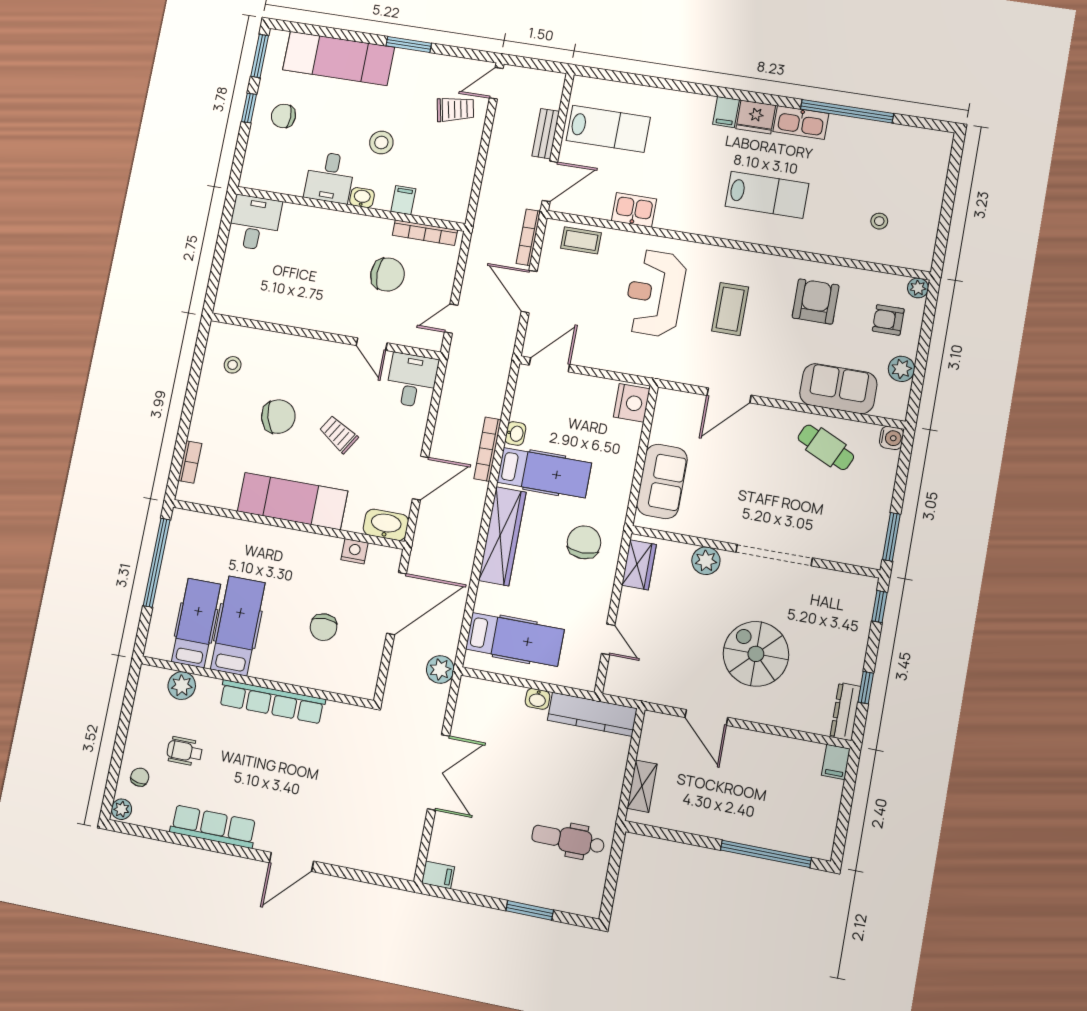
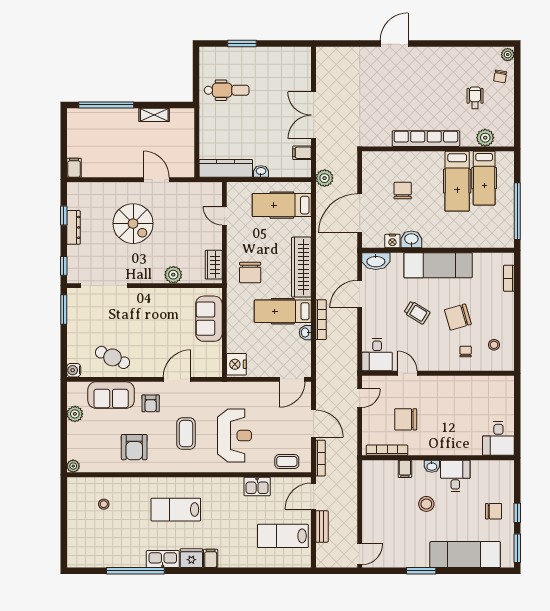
trolley: (455, 109) -> (383, 533), removed
armchair: (888, 320) -> (151, 403), moved, turned 90
chair: (277, 362) -> (466, 352), added
washbasin: (325, 549) -> (411, 239), added
doorway: (774, 555) -> (104, 286), moved
dresser: (845, 712) -> (73, 227), moved
wheelchair: (185, 751) -> (475, 98), turned -90
shelving: (642, 786) -> (154, 115), moved, turned 90
row of seats: (213, 827) -> (447, 55), removed
filing cabinet: (438, 875) -> (302, 153), moved

